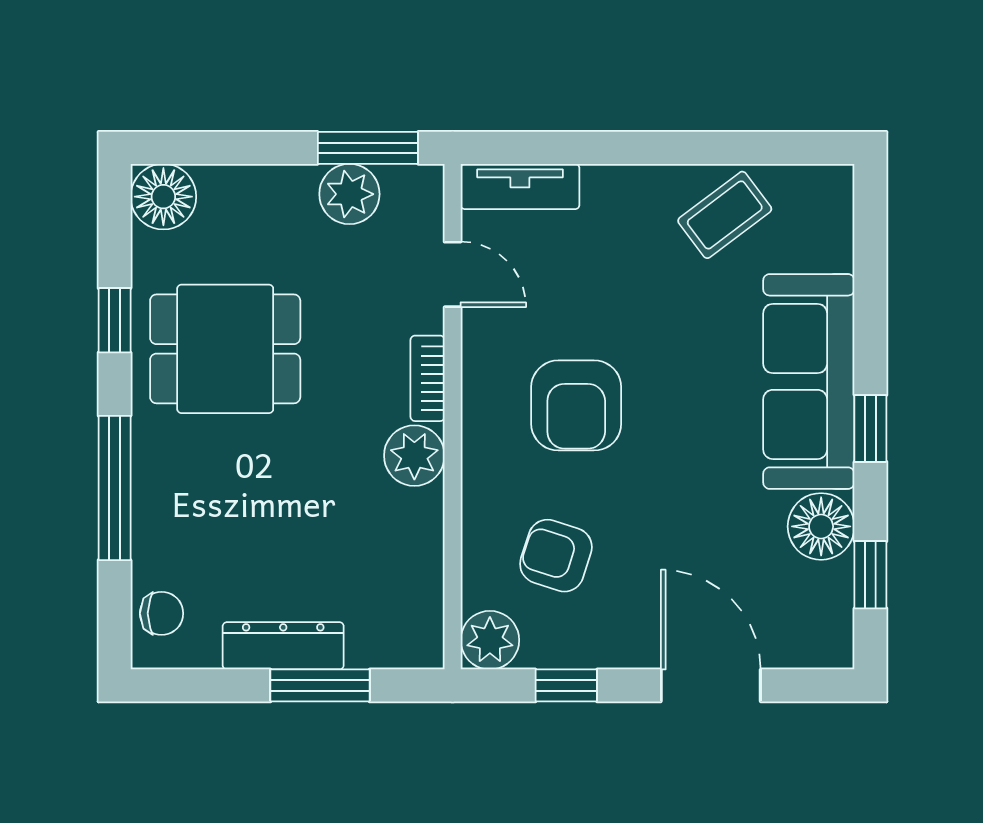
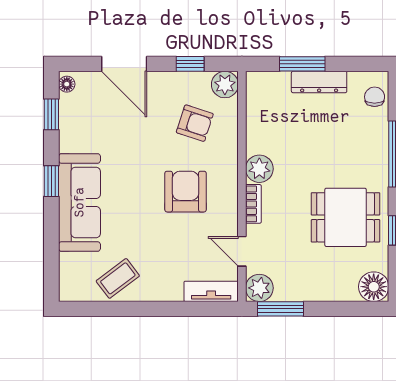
plant: (349, 194) -> (259, 288), moved
floor lamp: (821, 526) -> (67, 84), moved, width x0.53, depth x0.53
chair: (162, 613) -> (375, 97), turned 90

